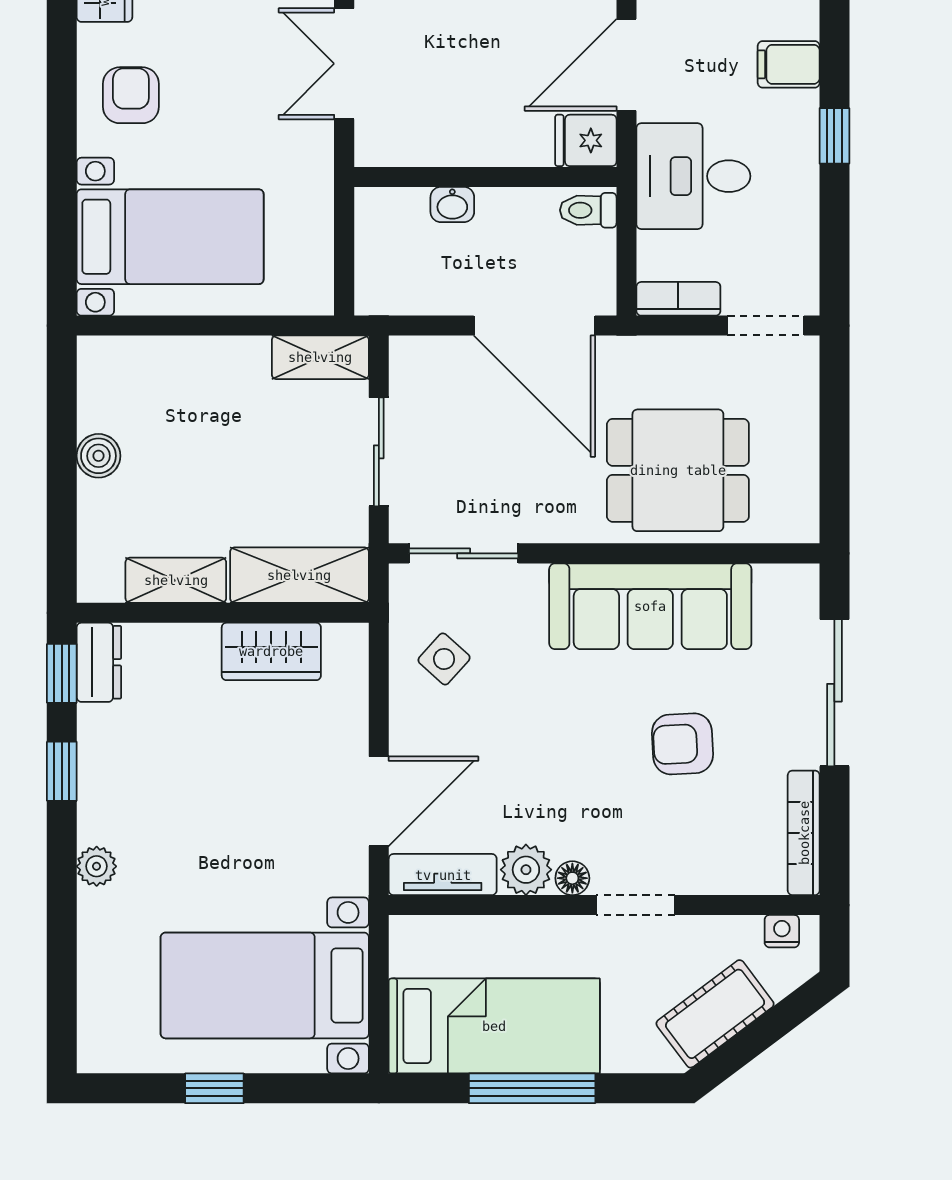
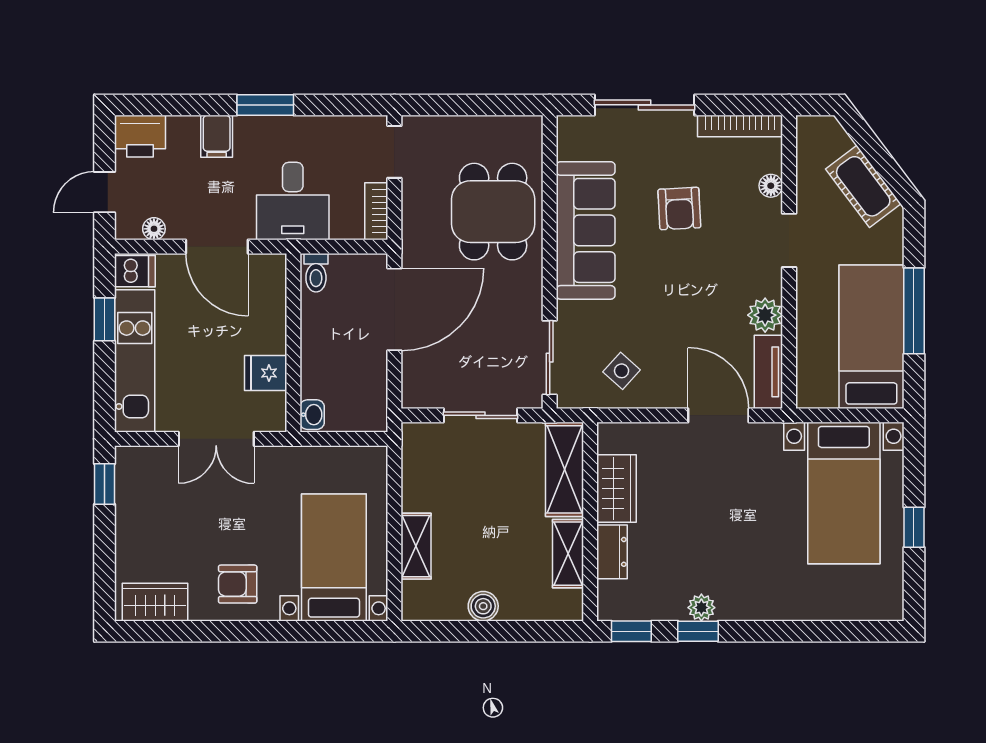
window: (834, 136) -> (265, 105), width x1.50
fridge: (586, 140) -> (266, 373), moved, turned 90
washbasin: (452, 205) -> (312, 415), moved
shelving: (320, 357) -> (416, 546), moved
dresser: (99, 662) -> (612, 552), moved, turned 90
plant: (97, 866) -> (701, 608), moved
floor lamp: (572, 878) -> (771, 186), moved
nightstand: (782, 931) -> (807, 141), removed

